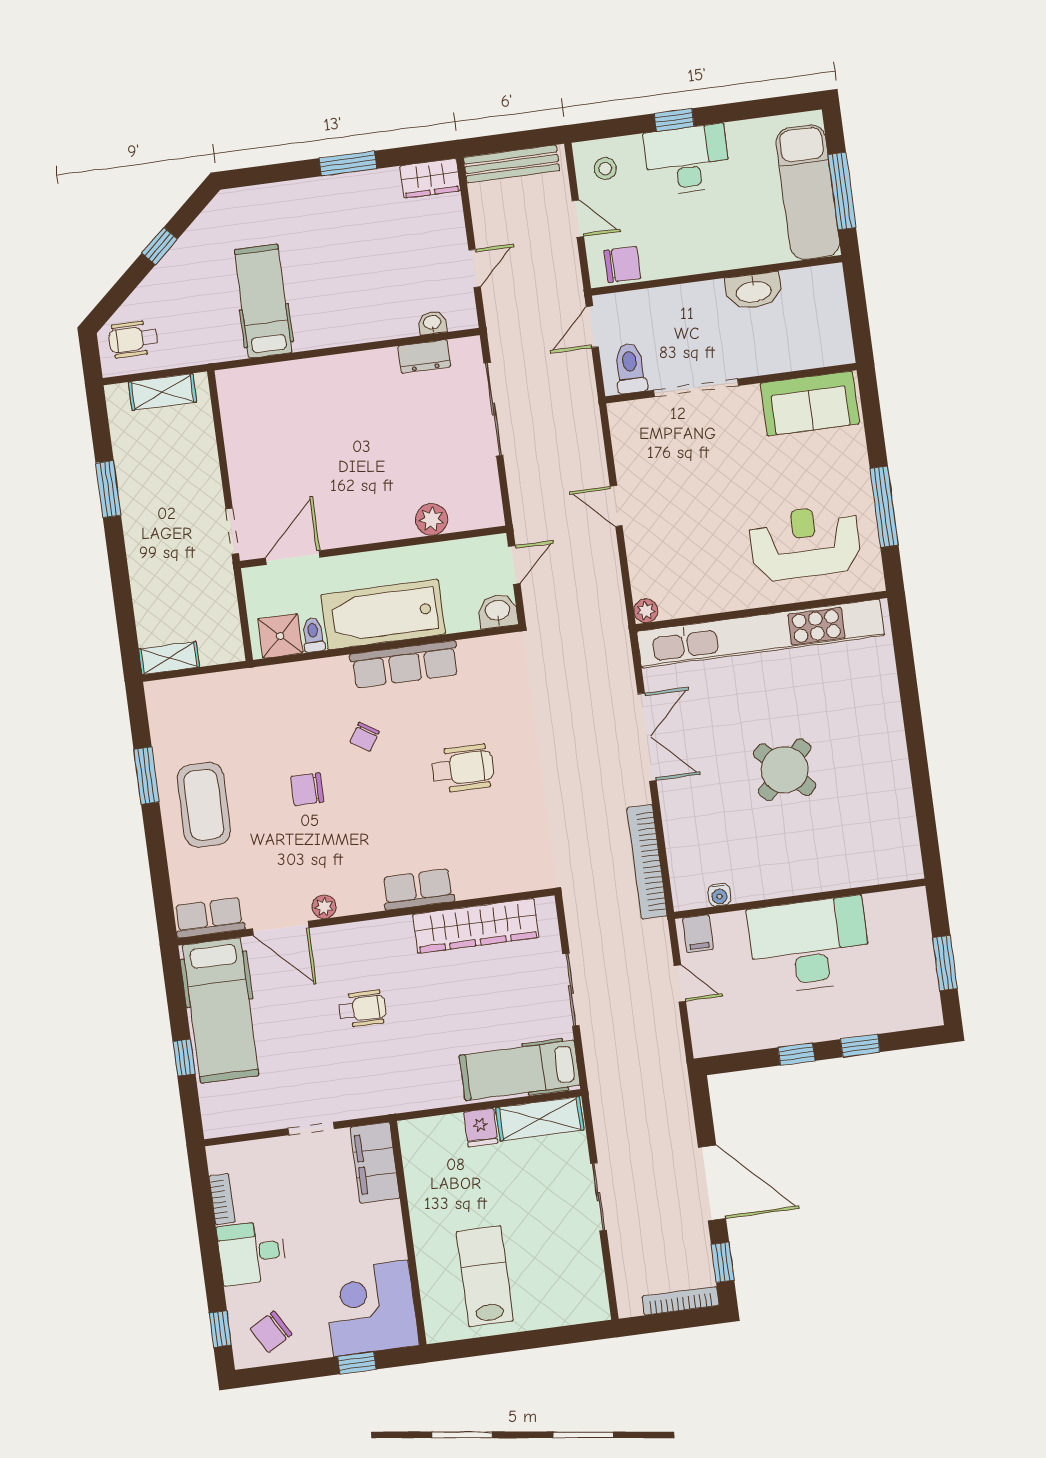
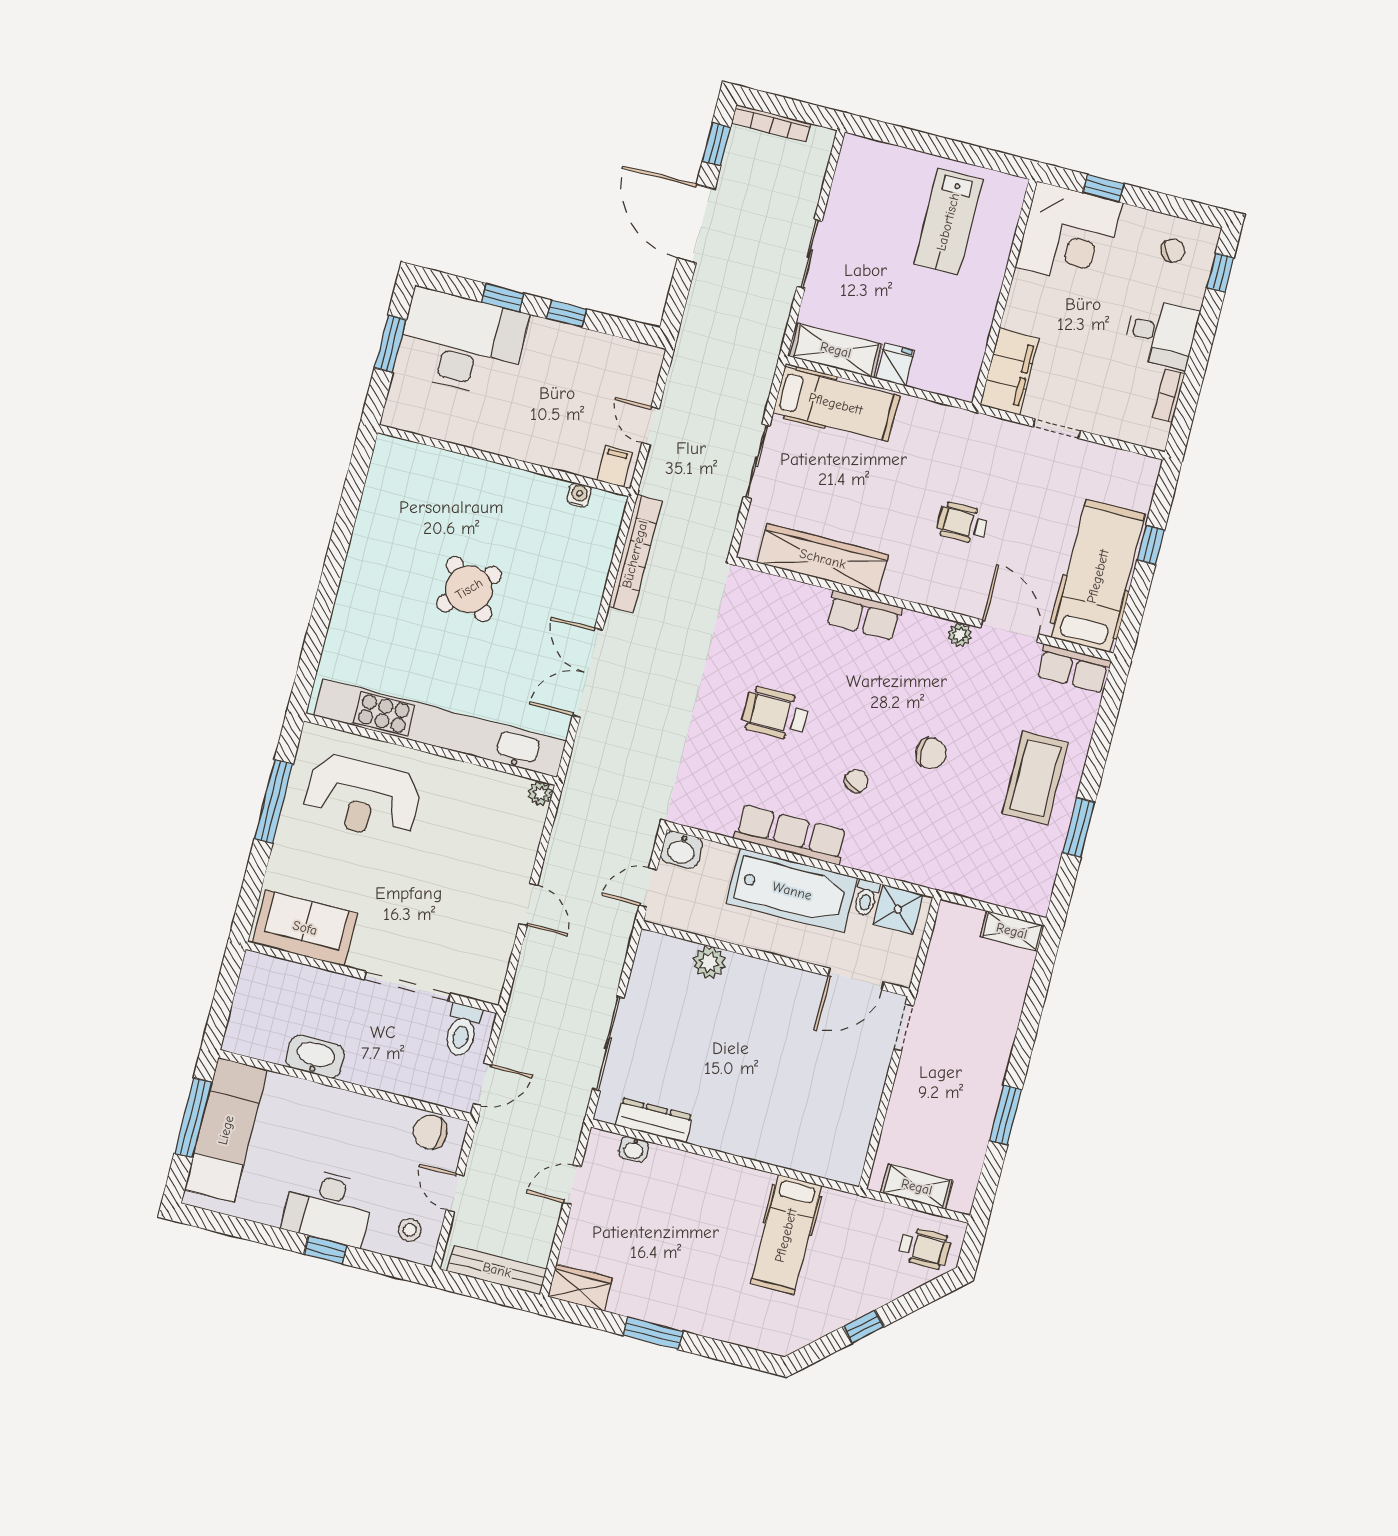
dresser: (424, 356) -> (654, 1120), width x1.44
desk: (809, 945) -> (462, 343), moved, turned 180
chair: (271, 1332) -> (1173, 251), width x0.73, depth x0.73

